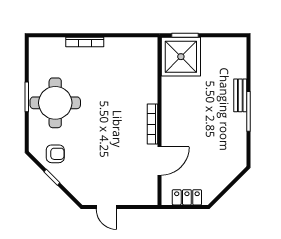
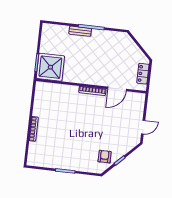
round table: (55, 103) -> (71, 153), removed
door: (159, 161) -> (117, 89), swing flipped

